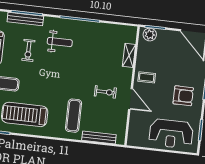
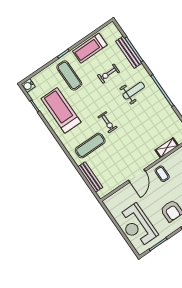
weight bench: (60, 42) -> (134, 91), turned -90
exercise bike: (105, 92) -> (108, 122), moved

